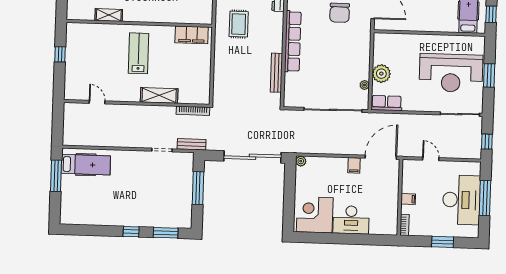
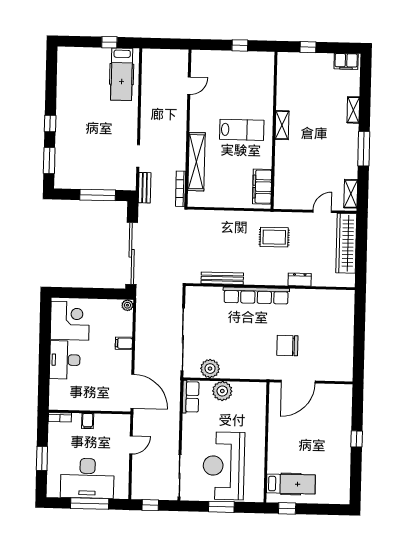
shelving: (109, 15) -> (282, 125), moved
plant: (365, 85) -> (210, 369), width x1.88, depth x1.88
shelving: (159, 95) -> (197, 162), width x1.47
filing cabinet: (354, 165) -> (124, 343), moved
window: (56, 176) -> (109, 42), width x0.46

